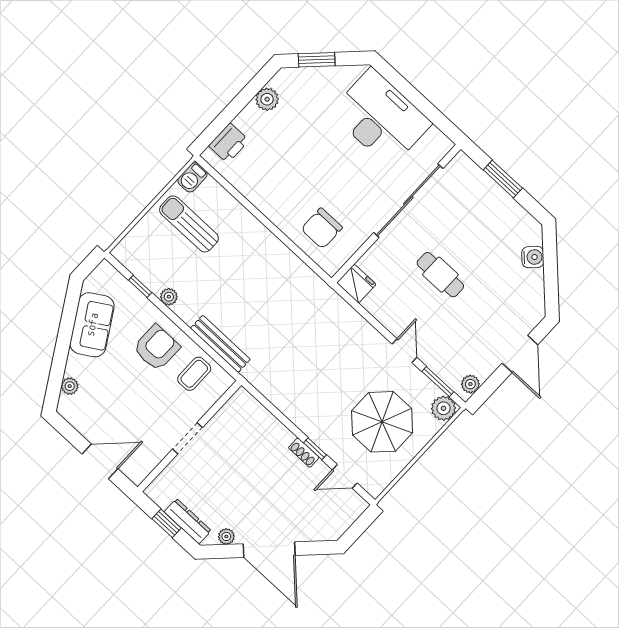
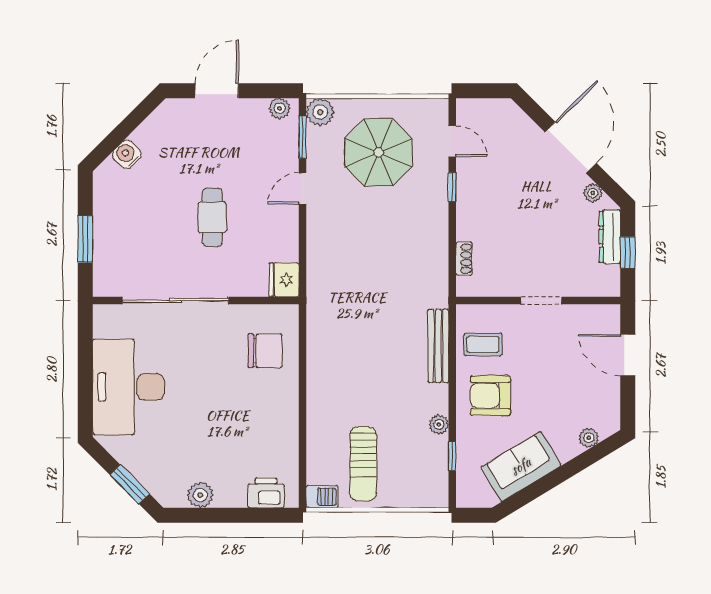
shoe rack: (304, 453) -> (464, 259), moved

